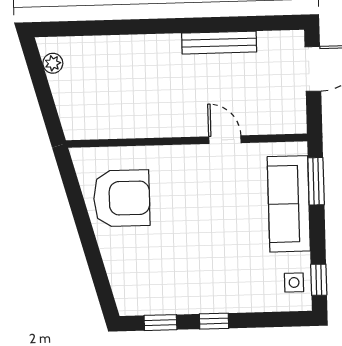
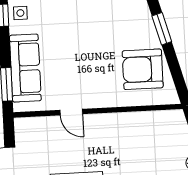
window: (93, 255) -> (162, 29), added

